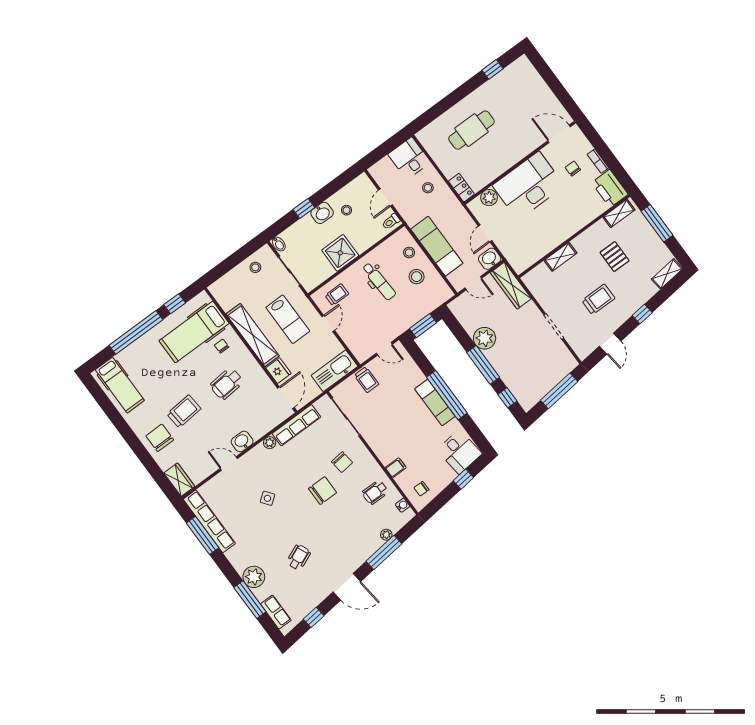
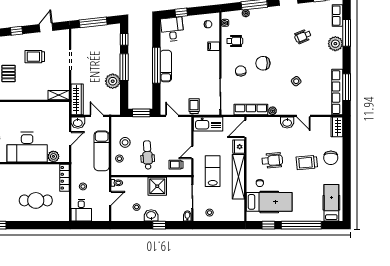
locker: (461, 188) -> (65, 178), width x1.53
shelving: (560, 257) -> (59, 95), moved

